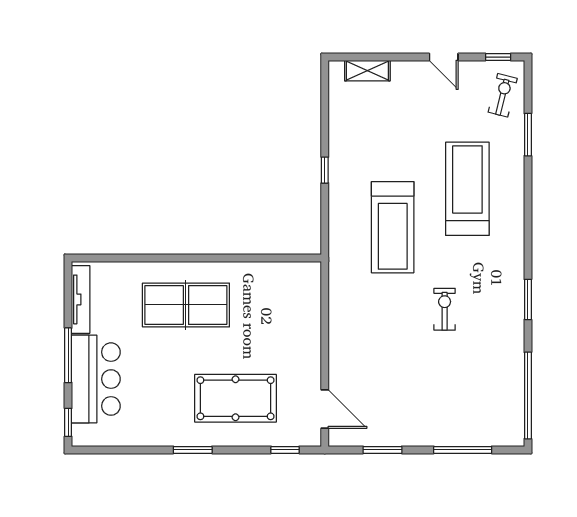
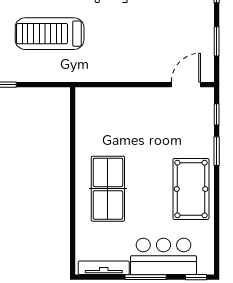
treadmill: (393, 227) -> (50, 34), turned 180
pool table: (236, 398) -> (191, 189), moved
window: (193, 450) -> (217, 151), moved

